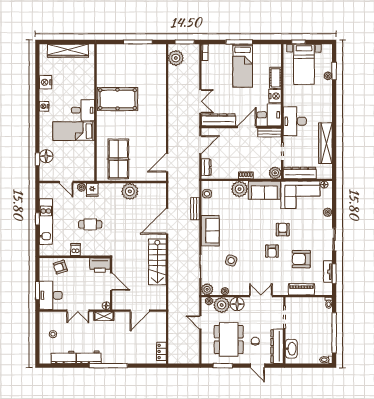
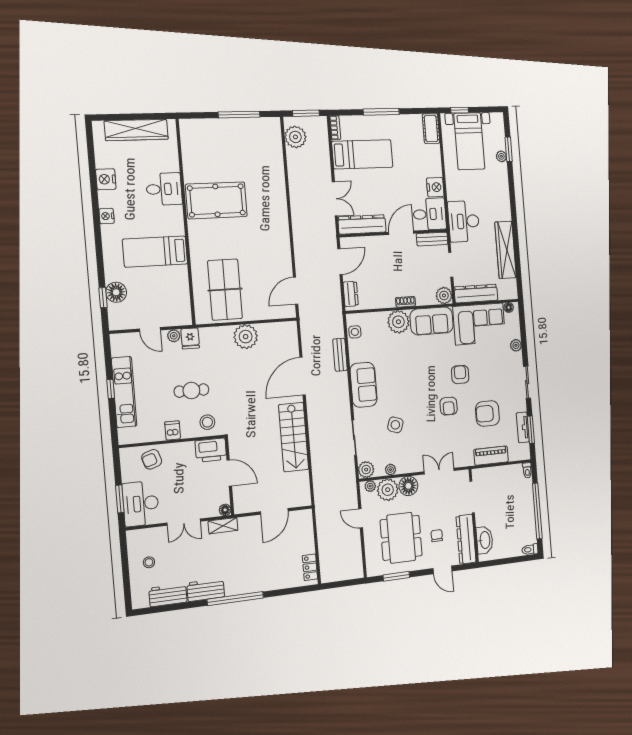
bed: (243, 66) -> (362, 154), moved, turned -90
cot: (275, 78) -> (431, 129), moved
desk: (83, 110) -> (164, 189), moved
stool: (99, 246) -> (207, 422), added

